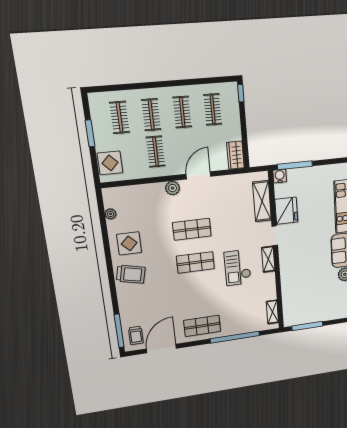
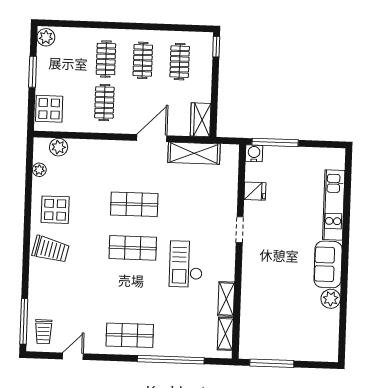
plant: (96, 102) -> (46, 37), added
clothes rail: (120, 117) -> (69, 58), removed
plant: (173, 188) -> (59, 147), moved
shelving: (262, 201) -> (194, 153), moved, turned 90
fridge: (286, 211) -> (255, 191), width x0.53, depth x0.75
shelving: (268, 259) -> (226, 299), moved
door: (161, 349) -> (73, 356), width x0.53

